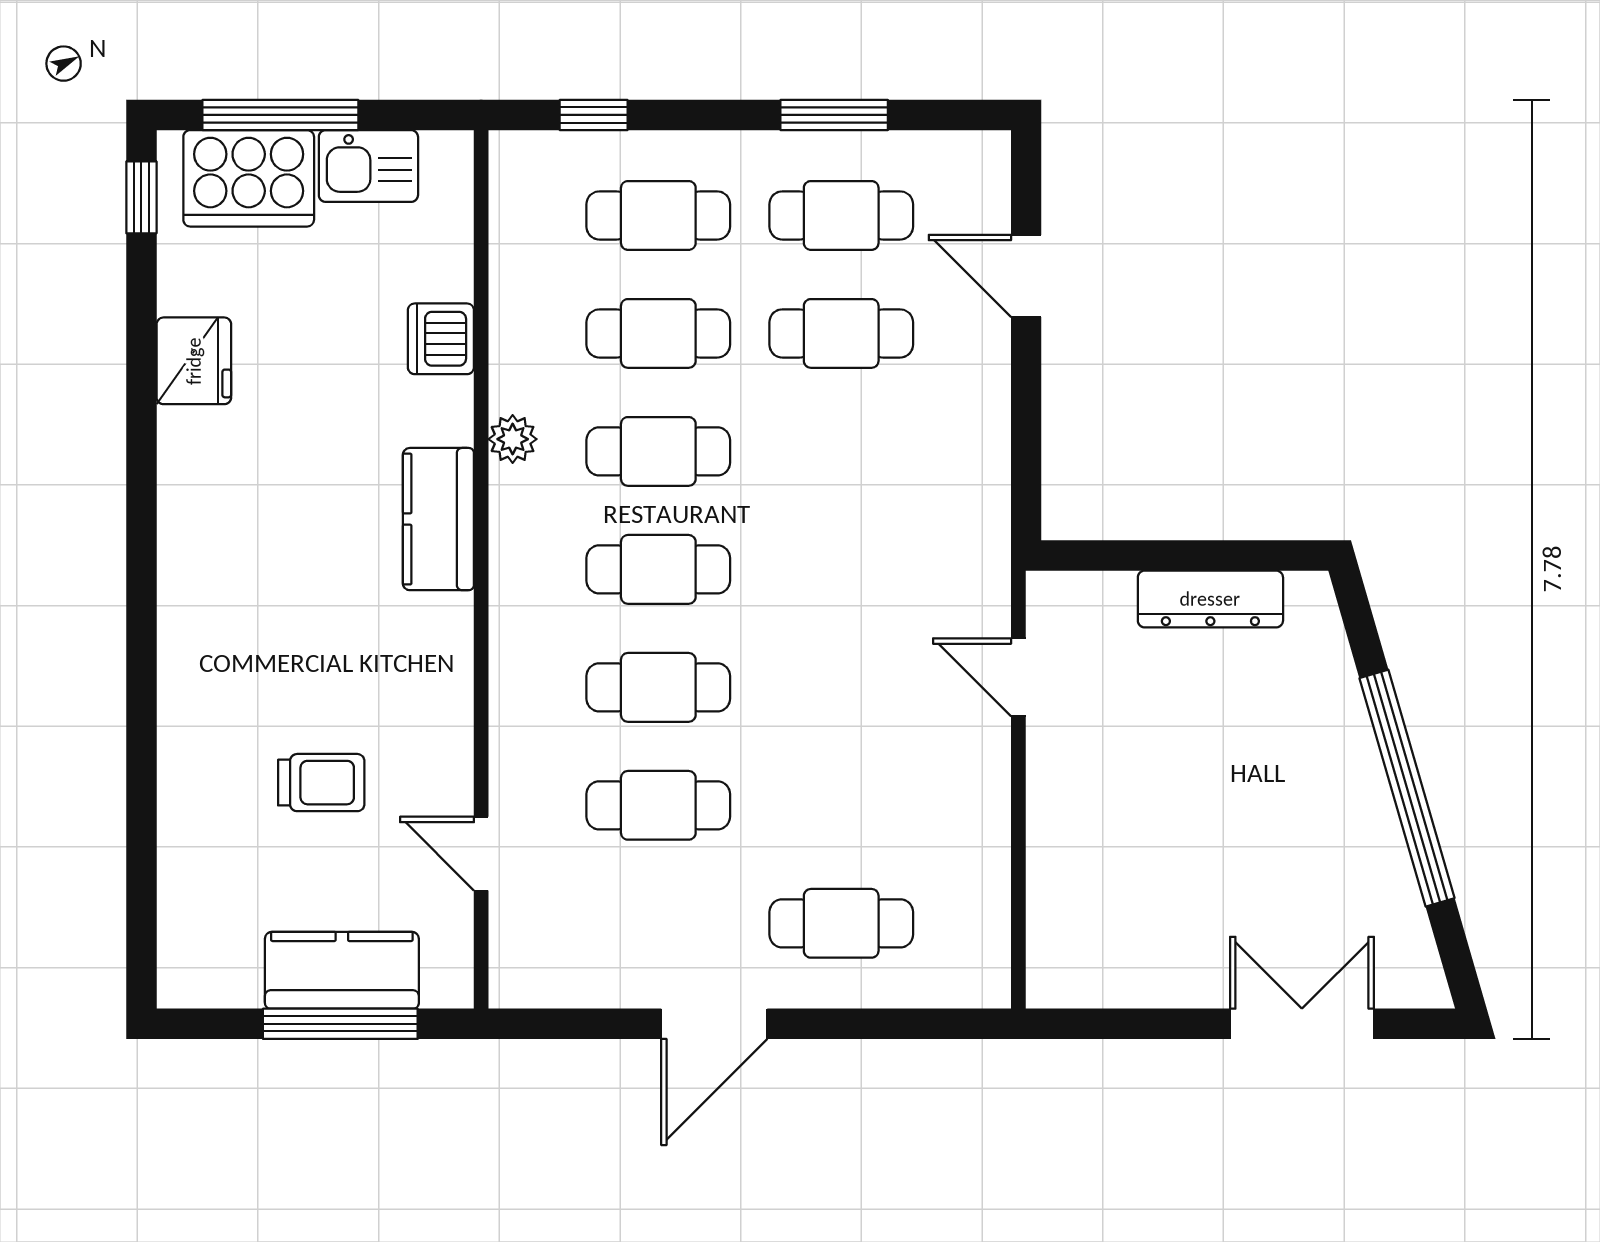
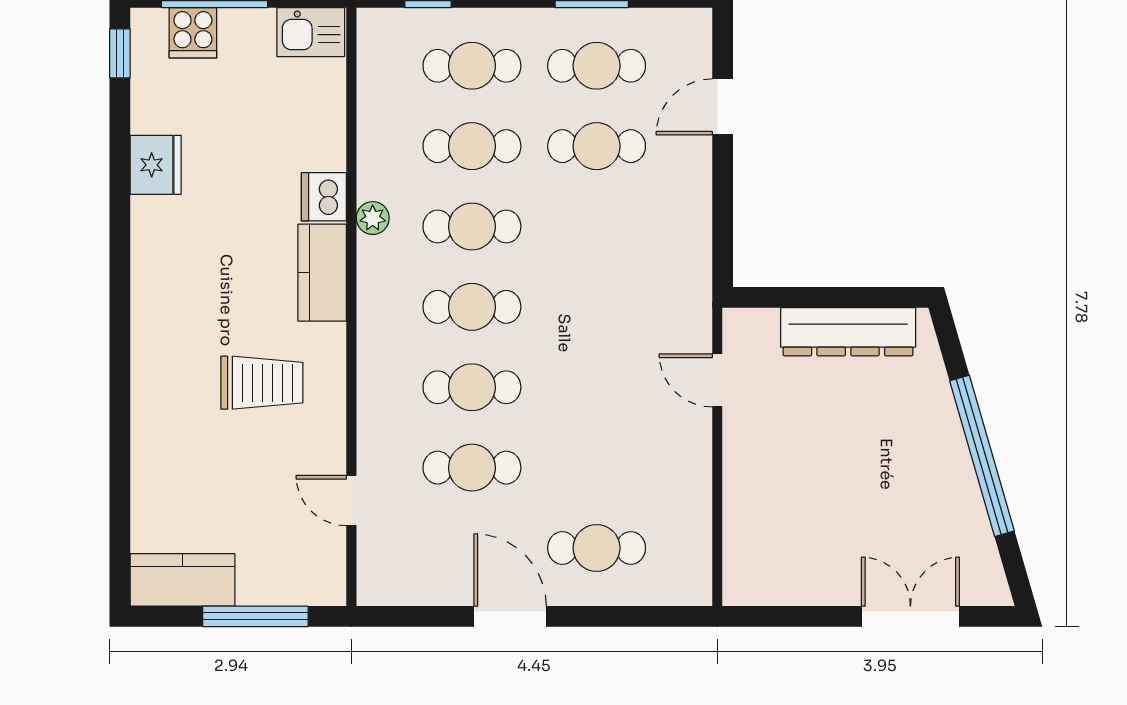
kitchen sink: (368, 166) -> (311, 32), moved
cooker: (249, 178) -> (193, 33), width x0.53, depth x0.76
door: (1026, 276) -> (723, 107), hinge flipped
dishwasher: (441, 339) -> (324, 197), moved
dresser: (1210, 599) -> (848, 332), width x1.37, depth x1.24
trolley: (321, 783) -> (262, 383), moved, width x1.36, depth x1.39
kitchen counter: (342, 970) -> (183, 580), moved
door: (714, 1024) -> (510, 616), swing flipped

